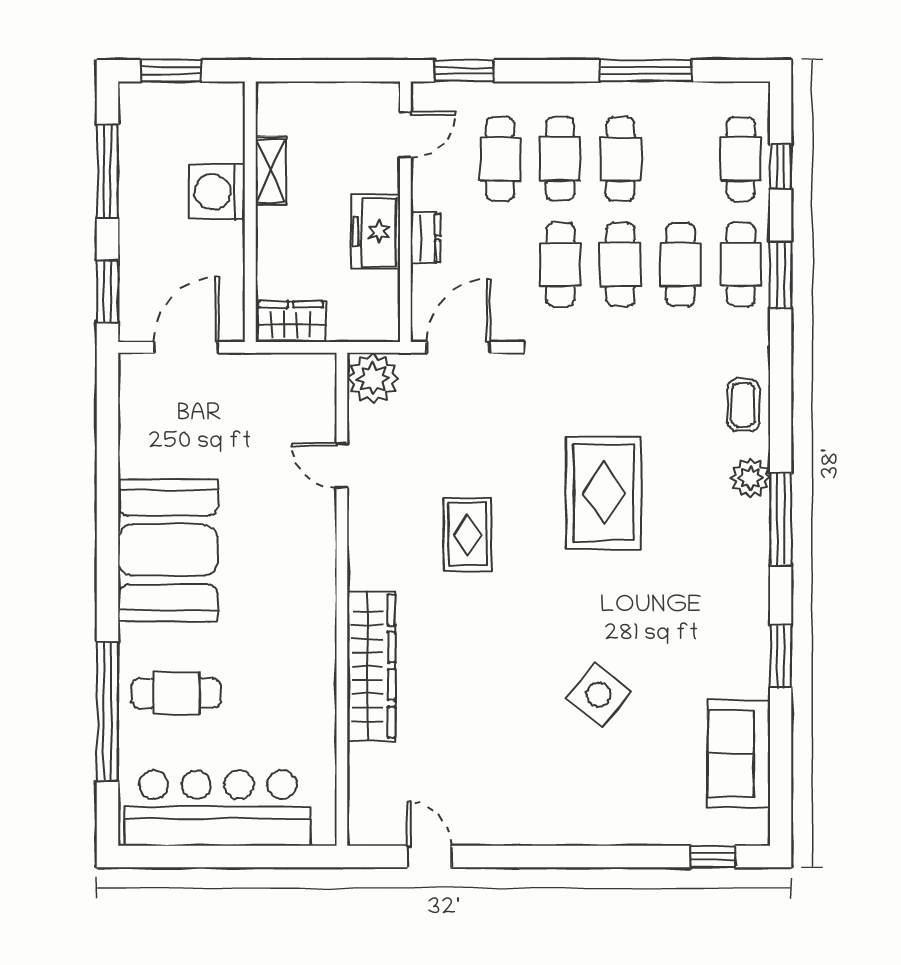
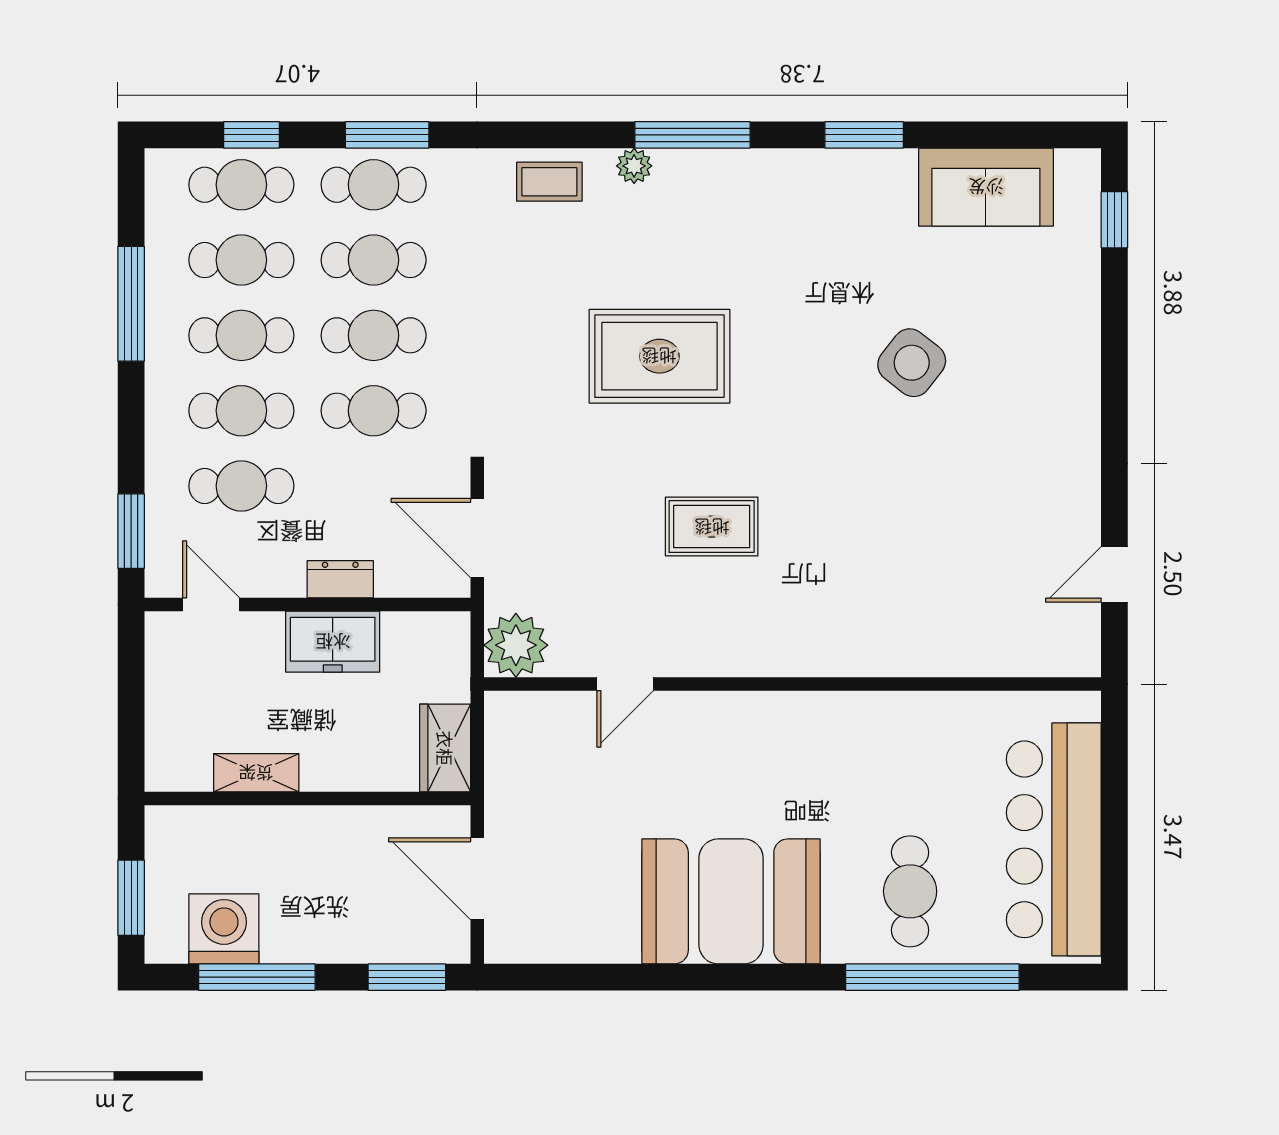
cafe table: (681, 159) -> (241, 260), added
washing machine: (217, 192) -> (224, 929), moved, turned 180
plant: (750, 478) -> (634, 166), width x0.73, depth x0.73
wardrobe: (371, 666) -> (876, 647), removed

